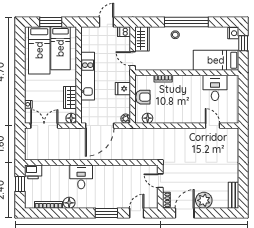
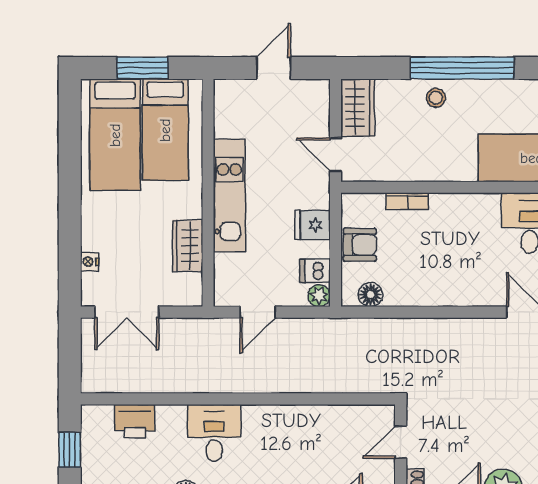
dishwasher: (124, 32) -> (315, 271), moved
floor lamp: (71, 118) -> (190, 295), removed
double door: (44, 126) -> (127, 312), swing flipped
door: (100, 126) -> (258, 312), width x0.53
printer: (33, 172) -> (135, 421), moved
door: (160, 181) -> (401, 442), hinge flipped

